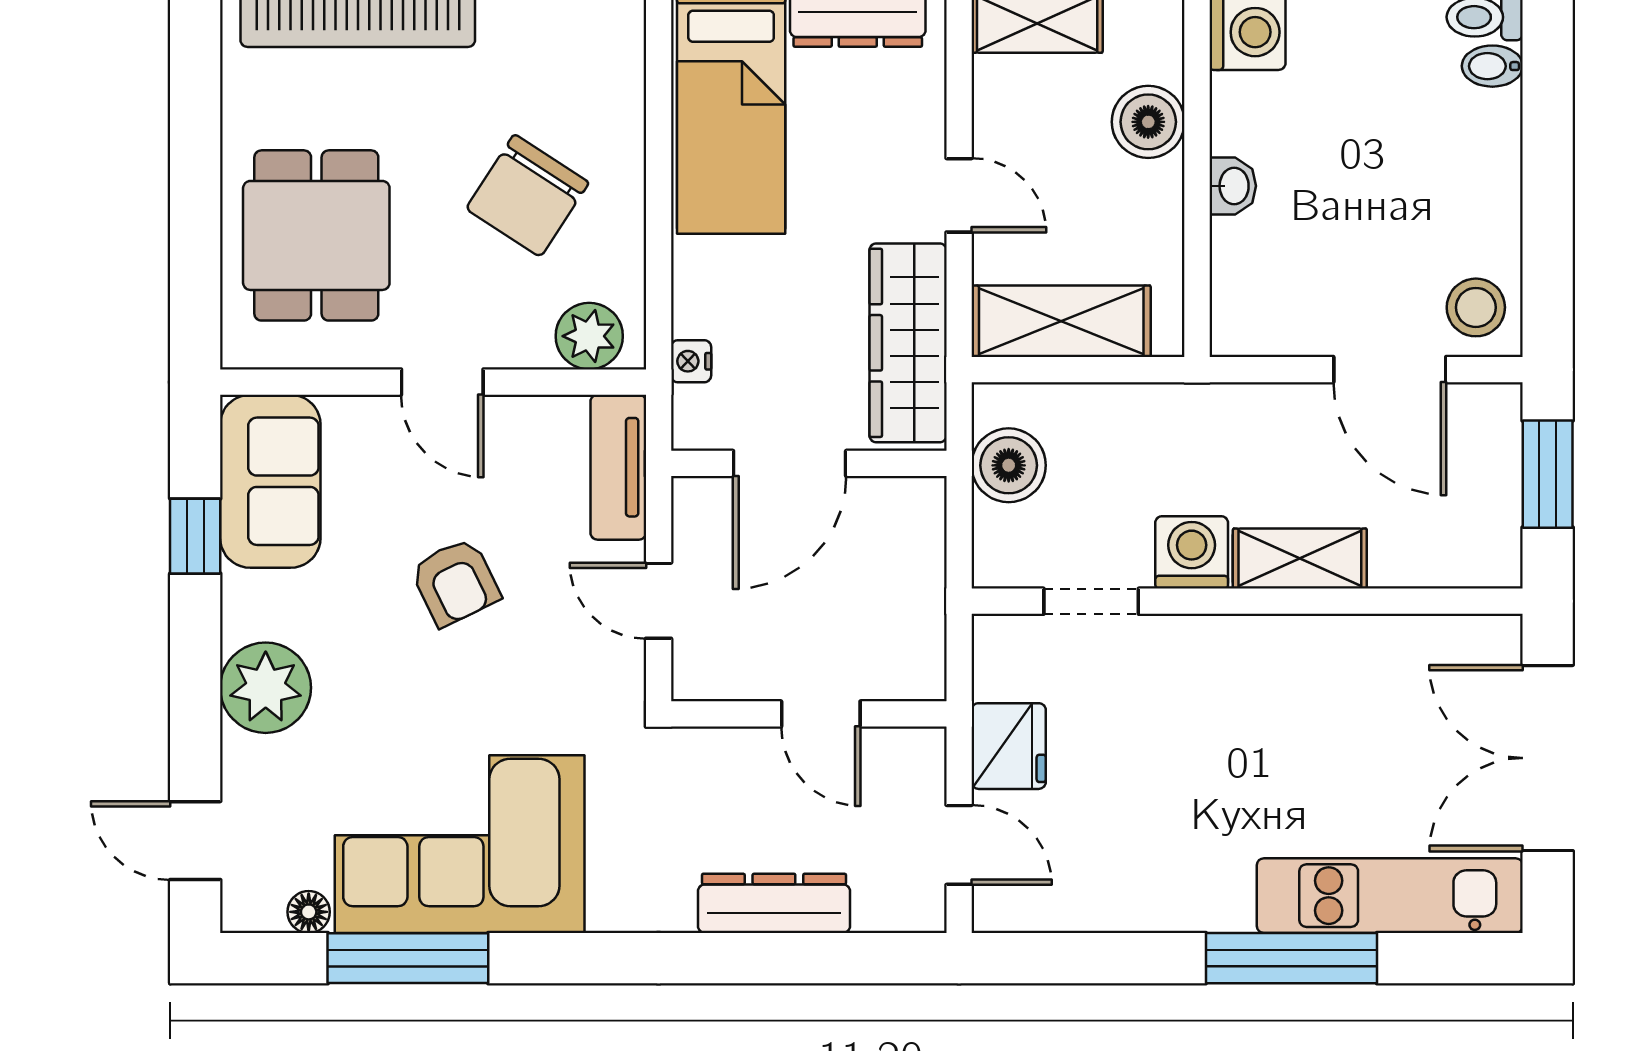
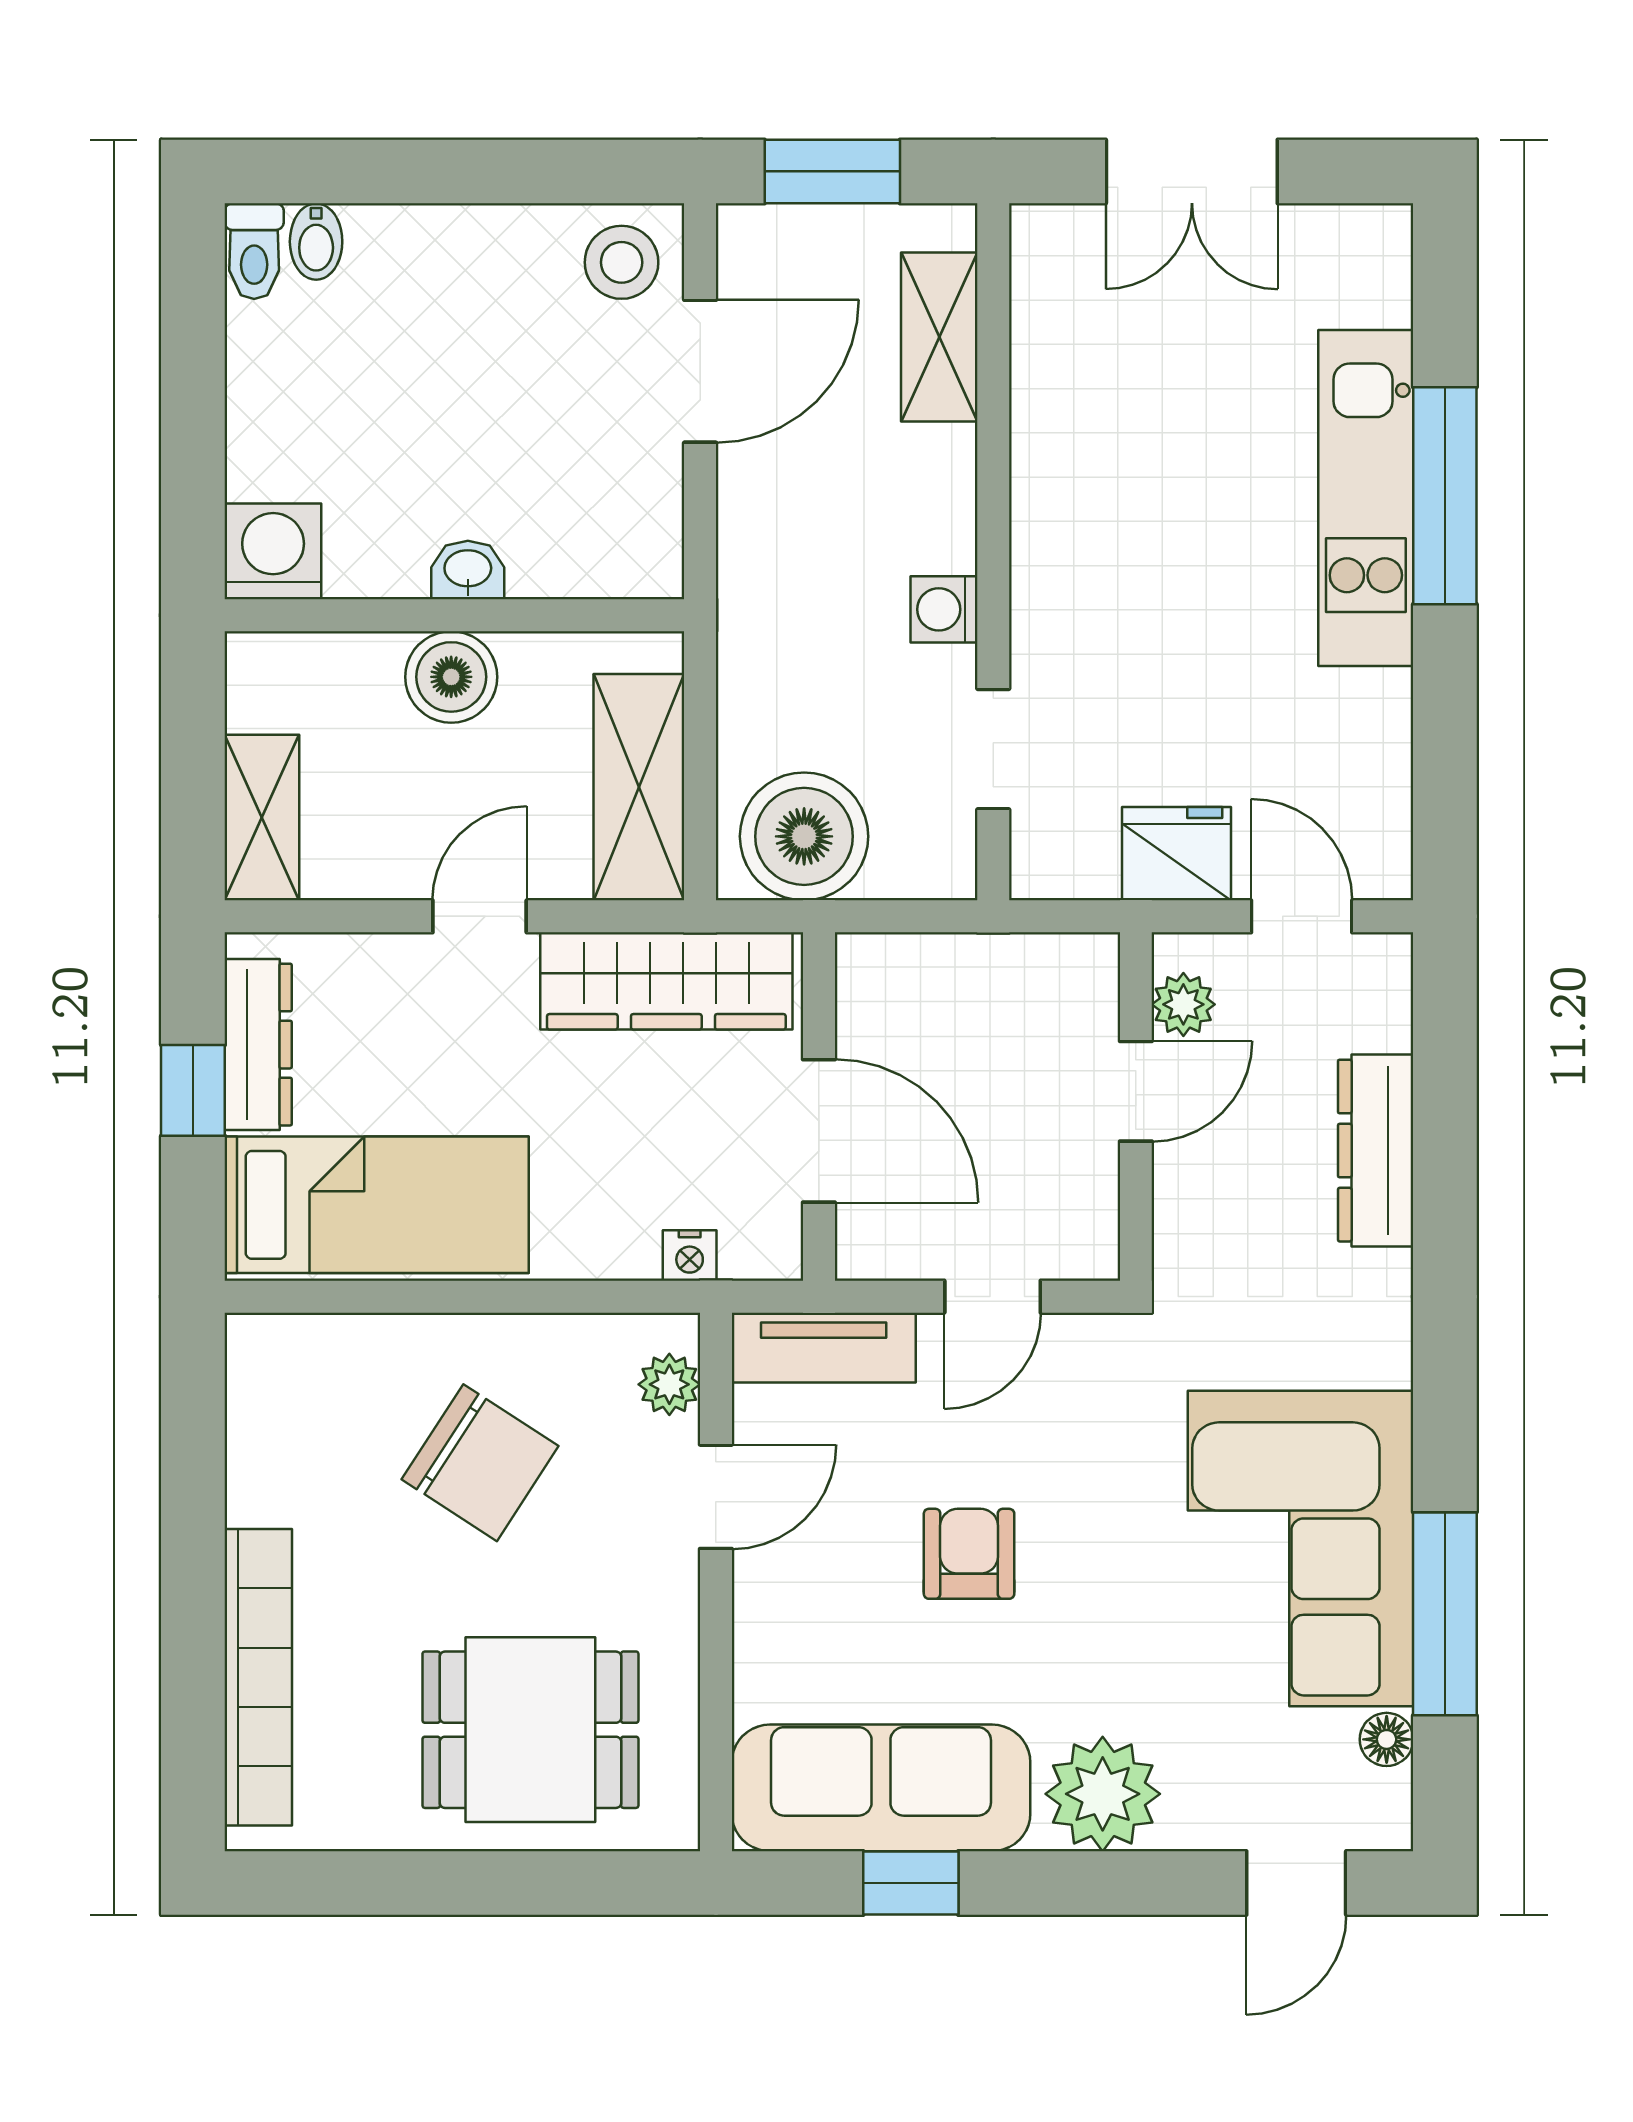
boiler: (1148, 122) -> (451, 677), moved
plant: (589, 336) -> (669, 1384), width x0.73, depth x0.73
door: (442, 382) -> (716, 1497), moved
boiler: (1009, 465) -> (804, 836), width x1.37, depth x1.37
sofa: (270, 481) -> (881, 1788), width x1.36
washing machine: (1192, 552) -> (944, 609), width x0.73, depth x0.73
shelving: (1300, 559) -> (939, 337), moved
armchair: (455, 582) -> (969, 1554), turned -64
plant: (889, 751) -> (1183, 1004), added
double door: (1548, 758) -> (1192, 171), width x0.73
door: (959, 845) -> (1302, 916), hinge flipped
kitchen unit: (1390, 896) -> (1366, 498), moved

